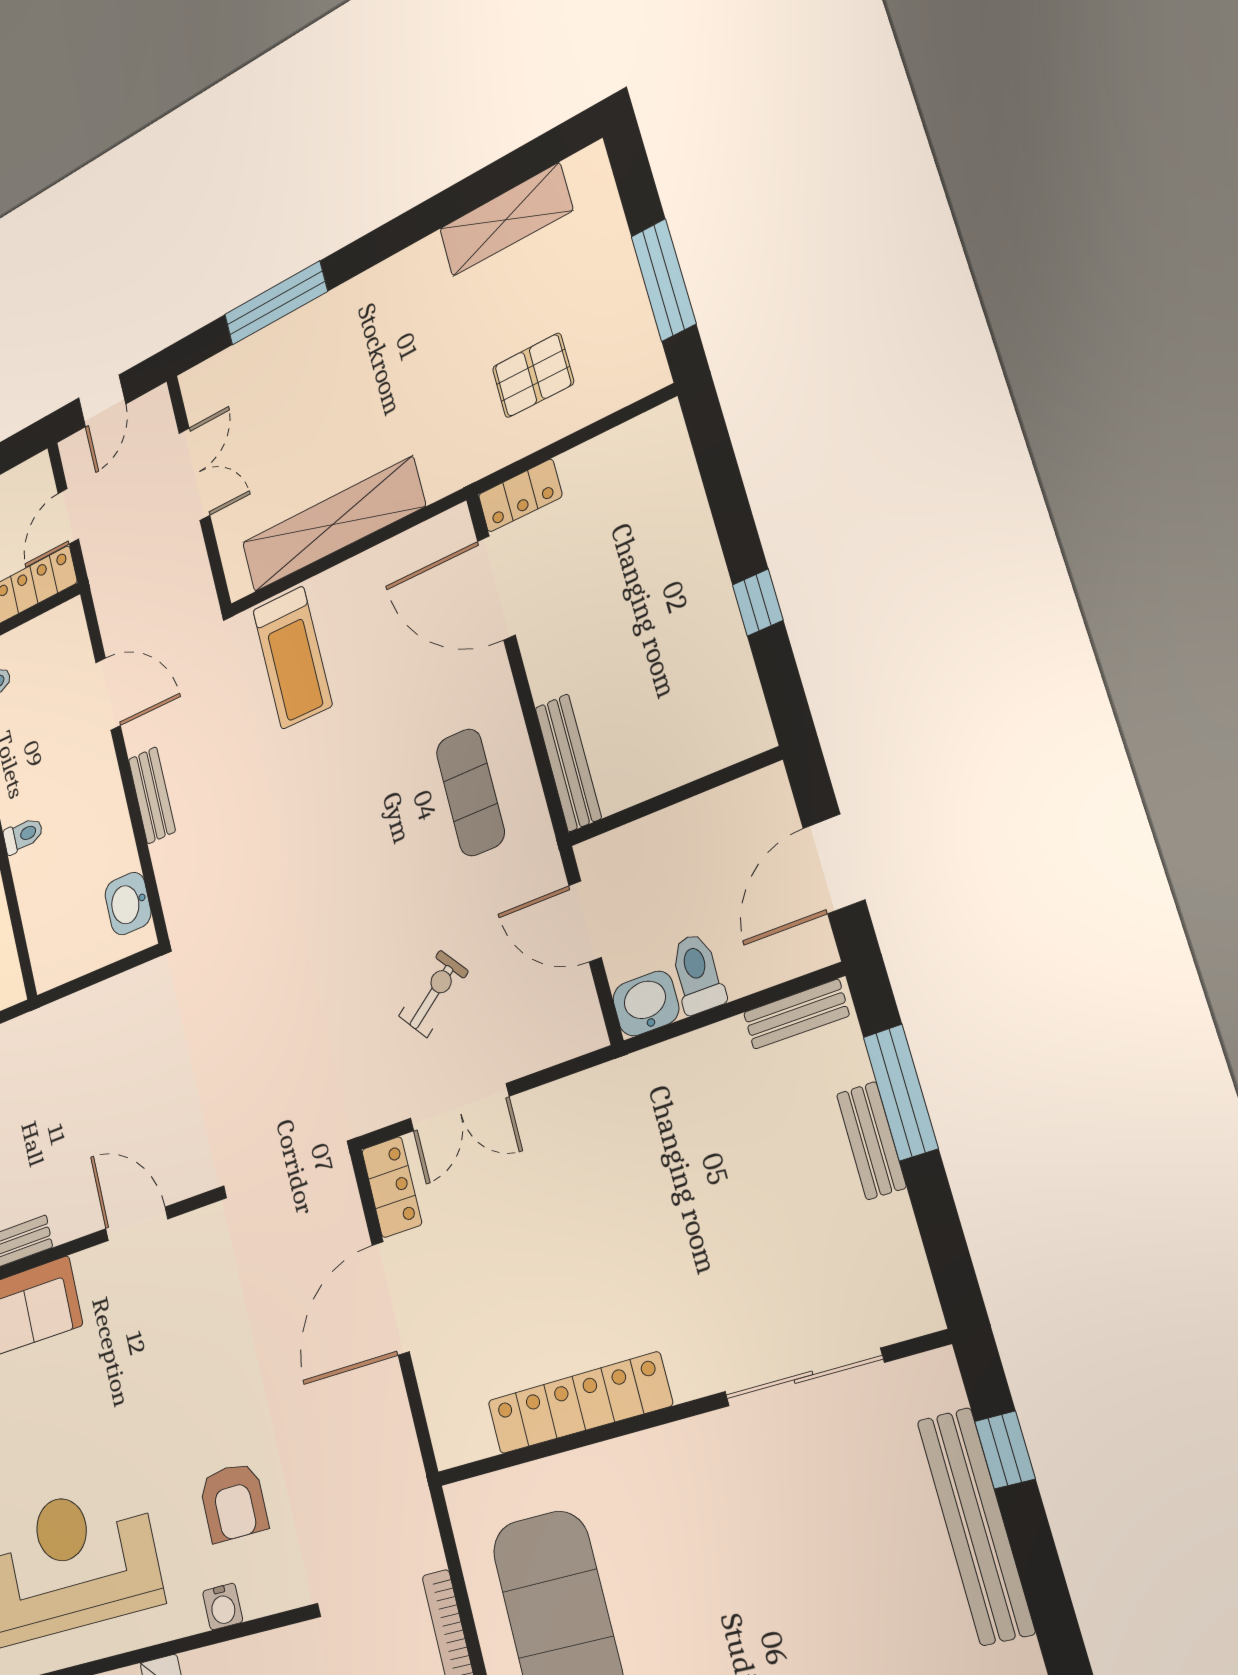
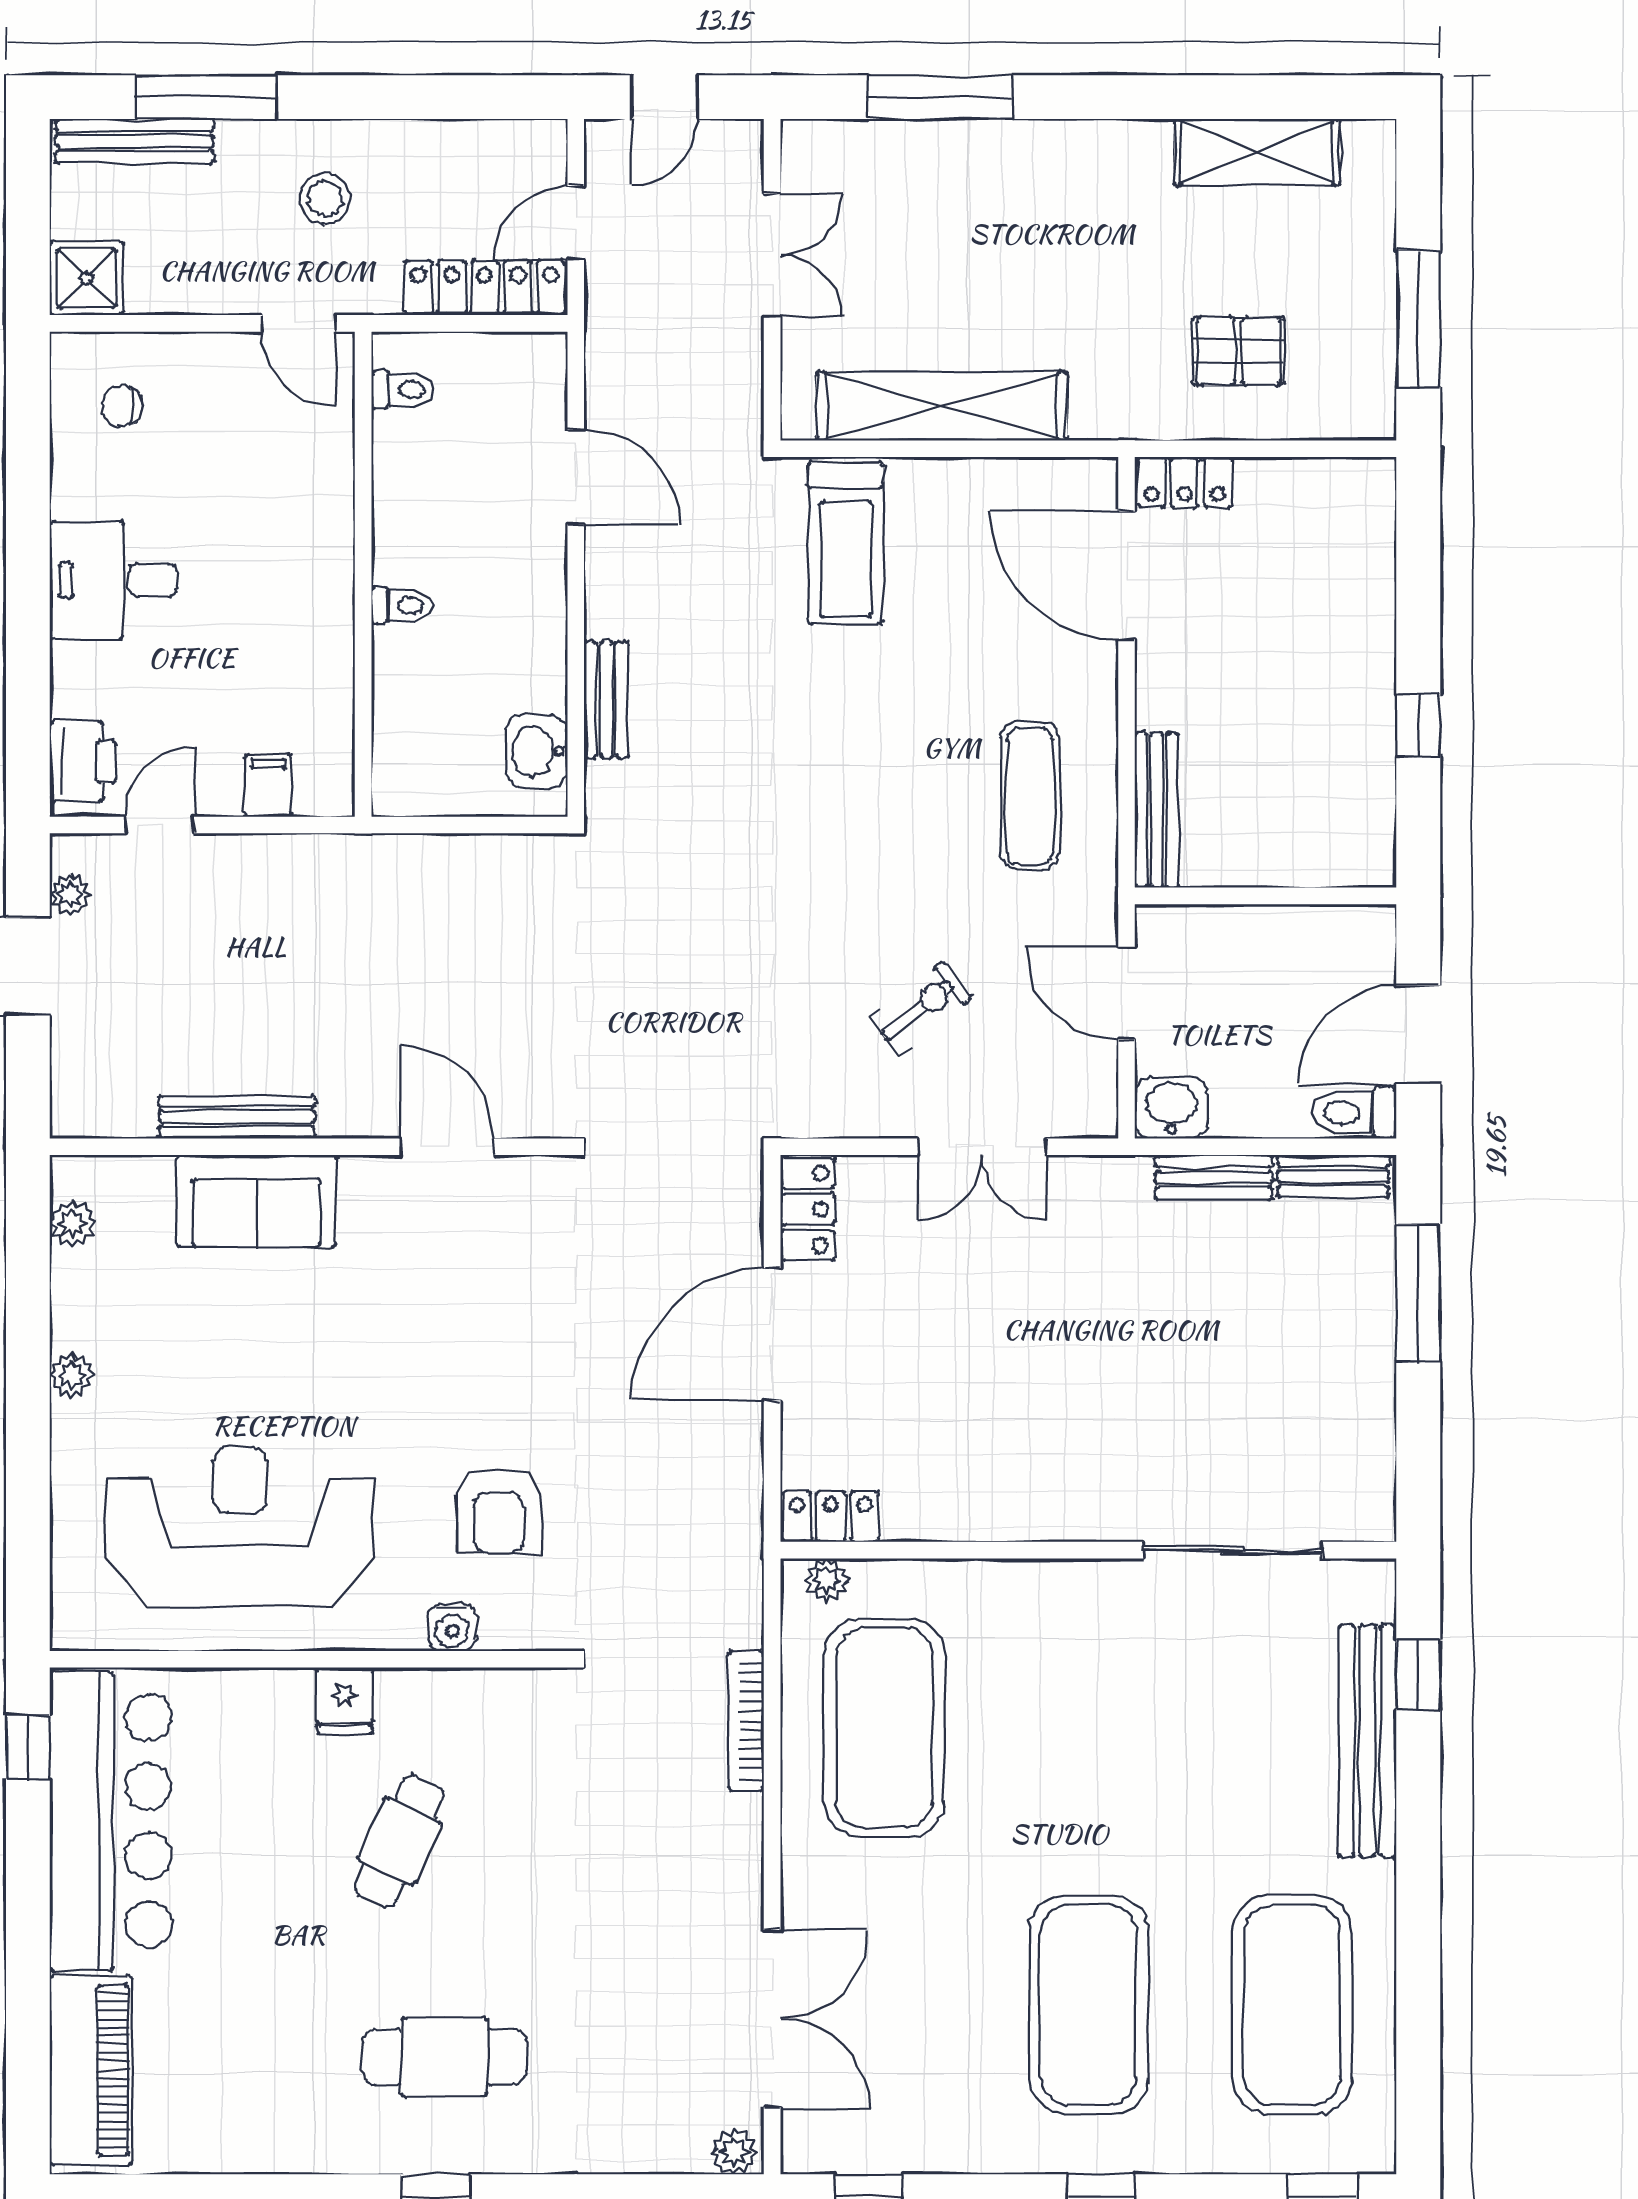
bench: (152, 795) -> (606, 700), moved
toilet: (697, 973) -> (1354, 1113), moved, turned -90
double door: (459, 1107) -> (982, 1147), moved
bench: (871, 1141) -> (1214, 1177), moved, turned 90
locker: (579, 1403) -> (831, 1516), moved, width x0.46, depth x0.83
plant: (481, 1495) -> (827, 1580), added

